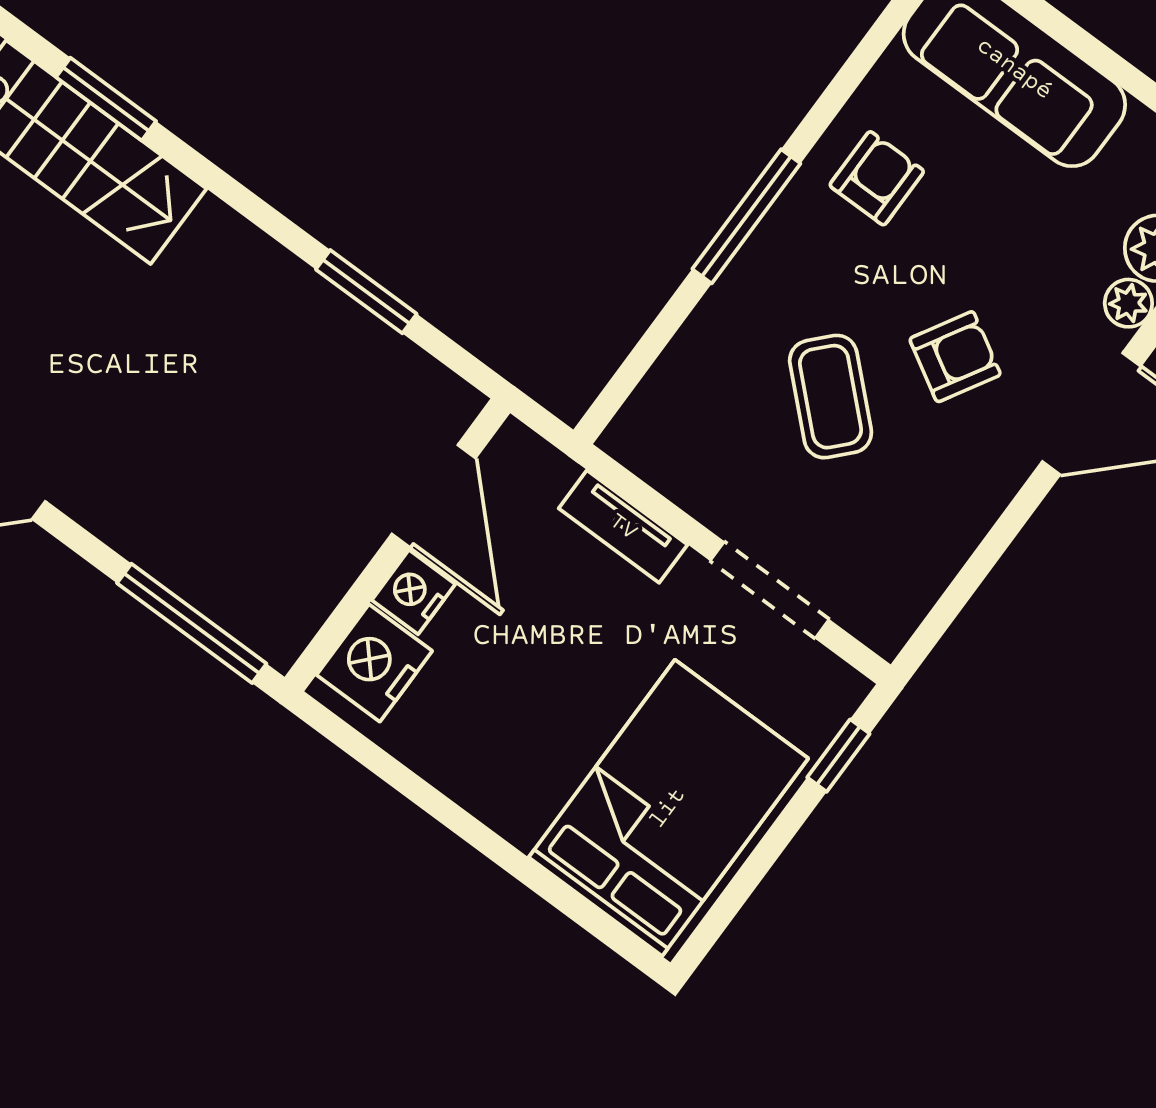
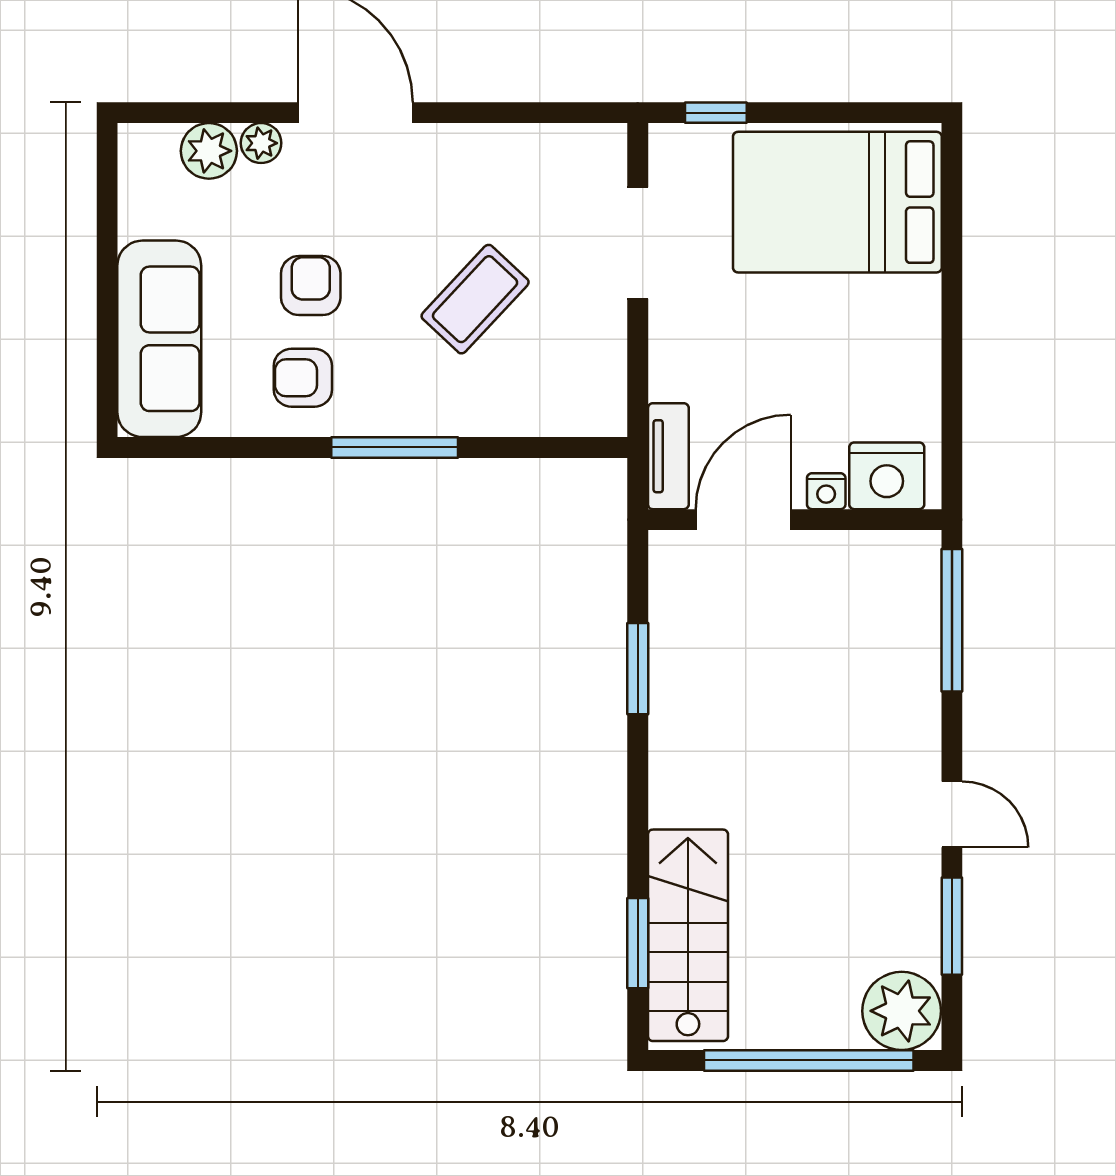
armchair: (955, 357) -> (311, 285), moved, turned 60
tv unit: (623, 527) -> (668, 456), moved
nightstand: (413, 592) -> (826, 491), width x0.72, depth x0.74

